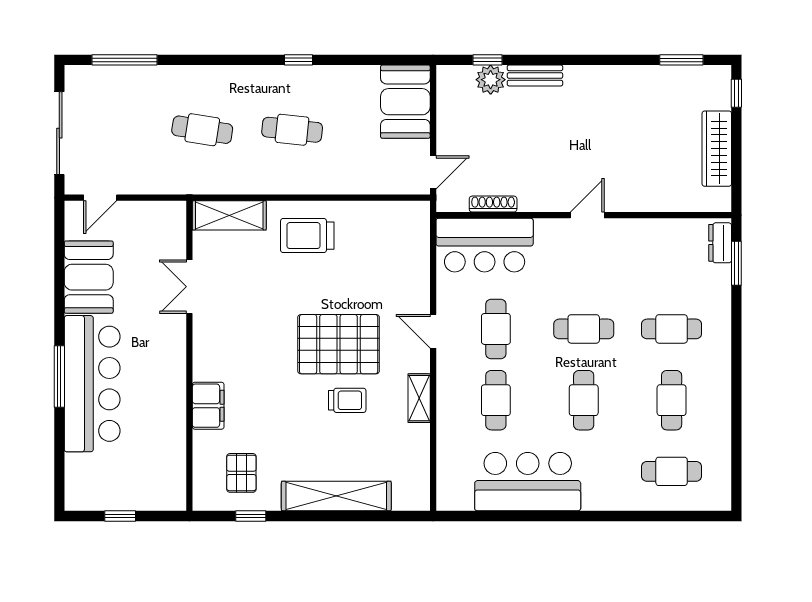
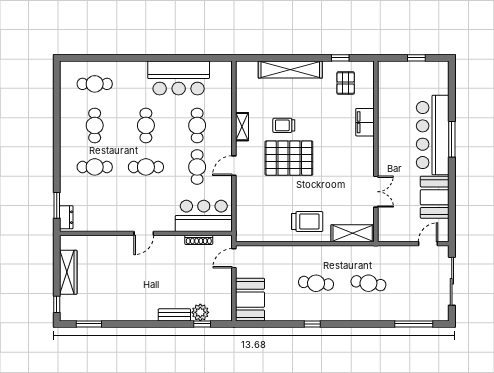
door: (433, 331) -> (234, 166), swing flipped

